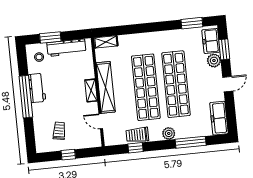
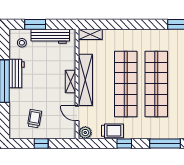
plant: (169, 133) -> (85, 133), moved
trolley: (137, 135) -> (112, 131), turned 180
window: (135, 148) -> (124, 144), moved

